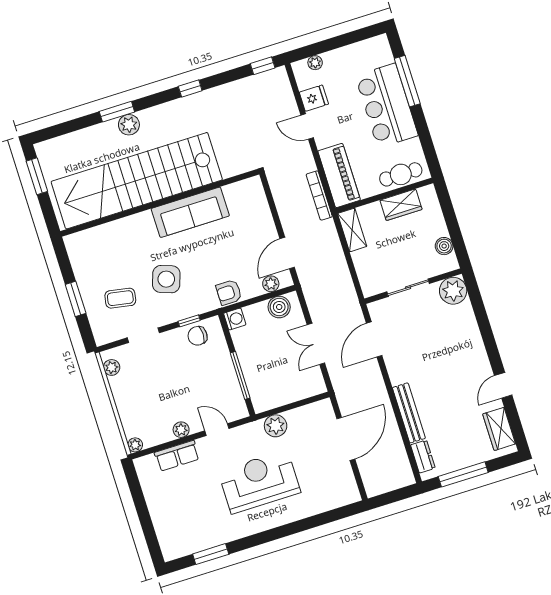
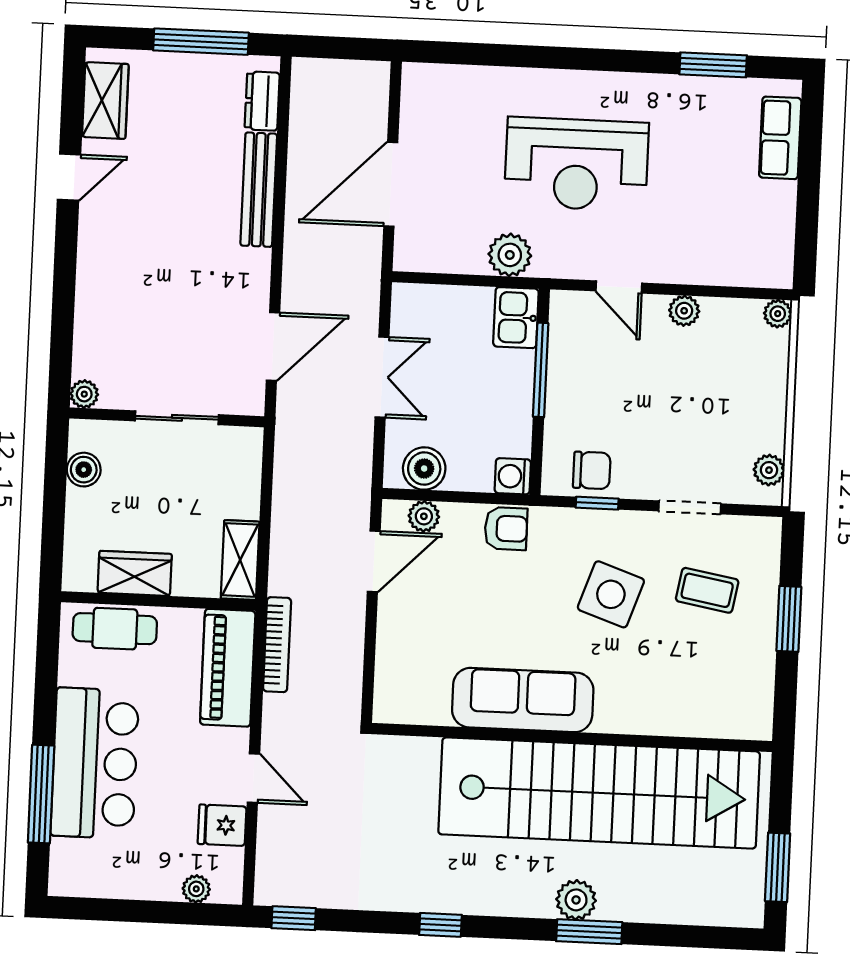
plant: (453, 291) -> (84, 394), width x0.53, depth x0.53
kitchen sink: (261, 396) -> (516, 318), added
row of seats: (177, 456) -> (780, 138), moved, turned -90

